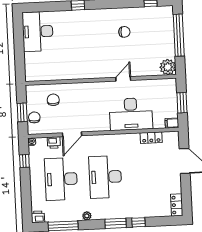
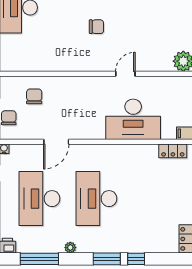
chair: (124, 32) -> (96, 27), moved
locker: (151, 138) -> (173, 151), moved
printer: (54, 143) -> (32, 151), removed

